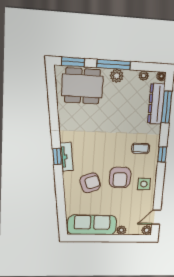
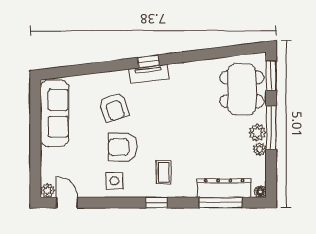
plant: (144, 76) -> (260, 149), moved
plant: (121, 230) -> (47, 155), removed

